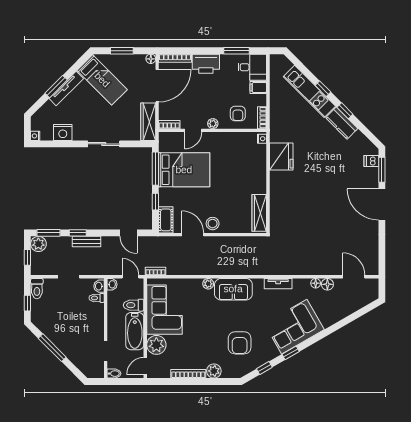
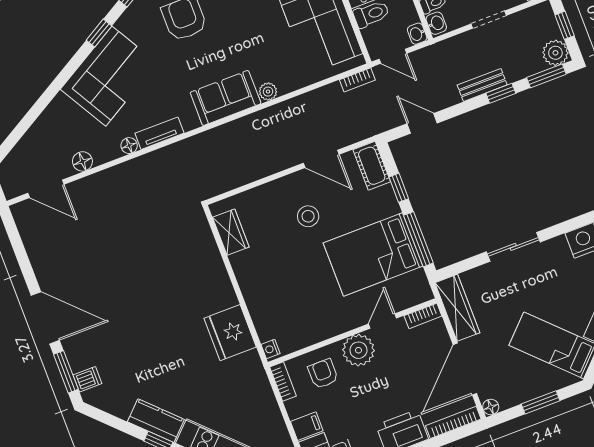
plant: (213, 124) -> (358, 350), width x1.87, depth x1.87
wardrobe: (259, 213) -> (231, 232), width x0.67
stool: (213, 224) -> (308, 216), moved
floor lamp: (316, 283) -> (129, 146), moved

